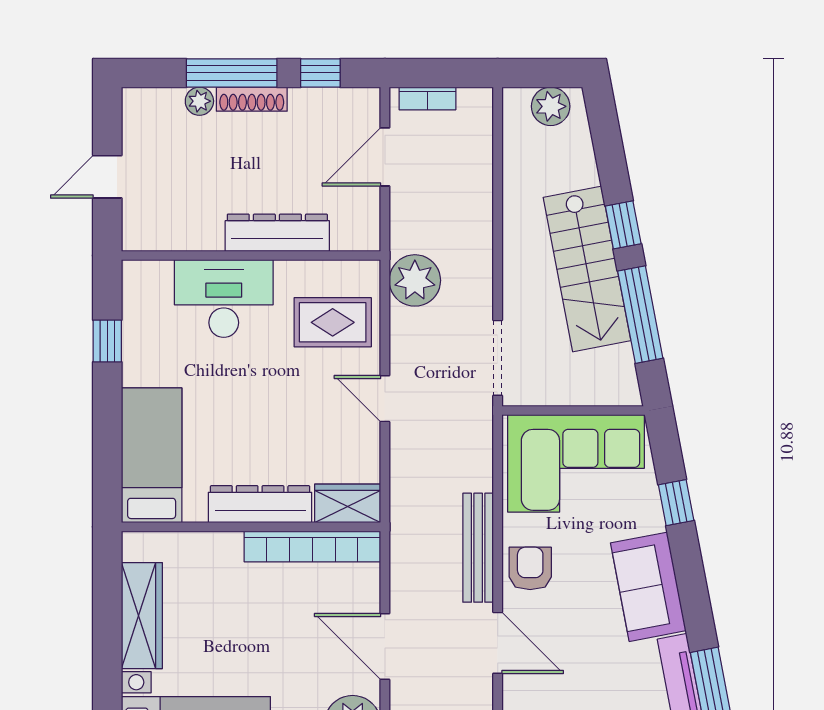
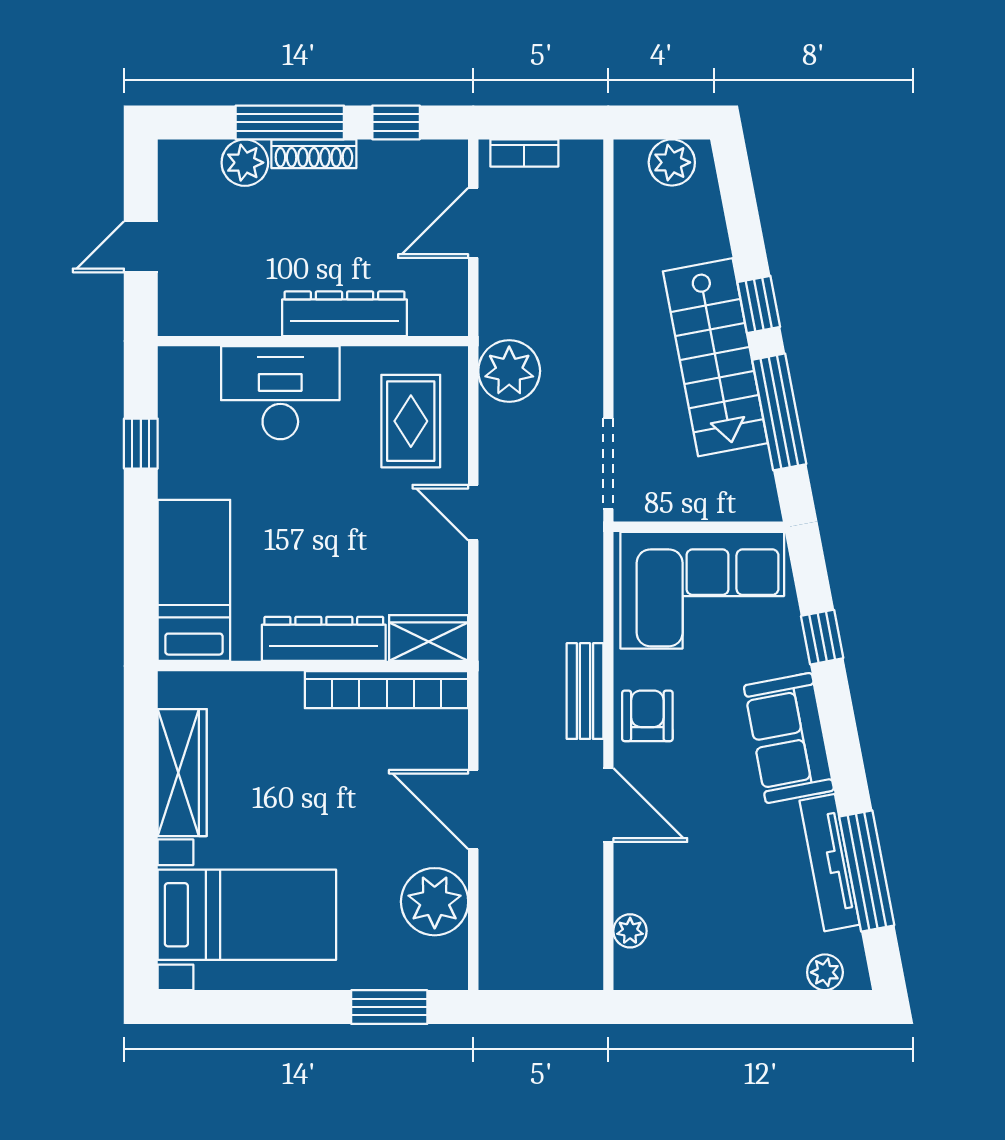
plant: (199, 101) -> (245, 163), width x1.38, depth x1.38
rug: (333, 322) -> (411, 421), turned 90
bench: (478, 548) -> (585, 691), width x0.73

